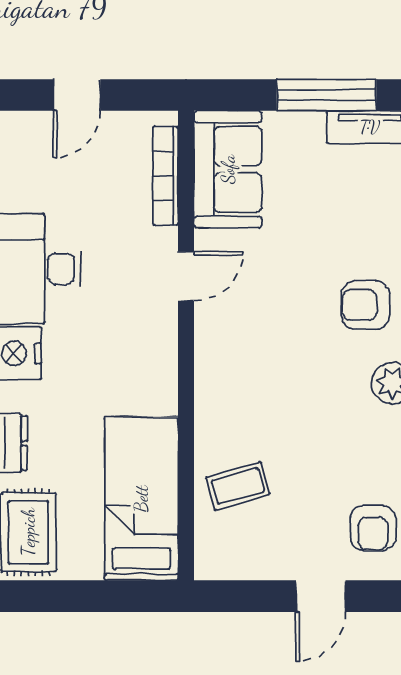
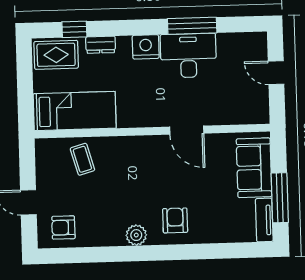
sofa: (228, 169) -> (254, 168), moved, turned 90
bookcase: (166, 176) -> (237, 118), removed
door: (186, 276) -> (187, 130), width x1.37

